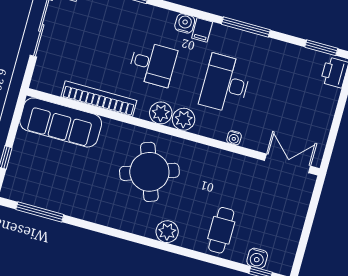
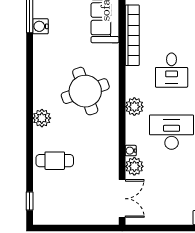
plant: (161, 113) -> (134, 166), moved
water cooler: (257, 258) -> (40, 26), moved

